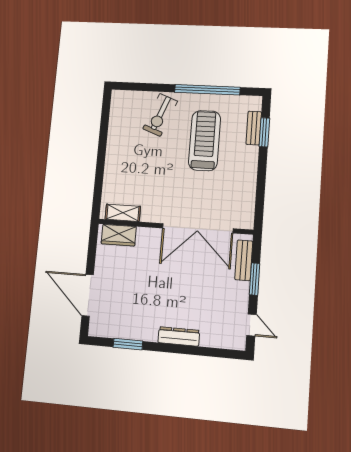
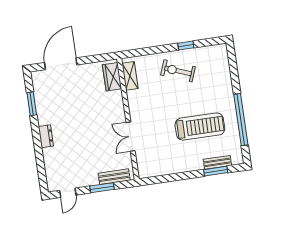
exercise bike: (160, 115) -> (178, 71), moved
window: (103, 138) -> (186, 46), added
double door: (198, 228) -> (131, 137), width x0.54
dresser: (179, 336) -> (46, 136), width x0.70

